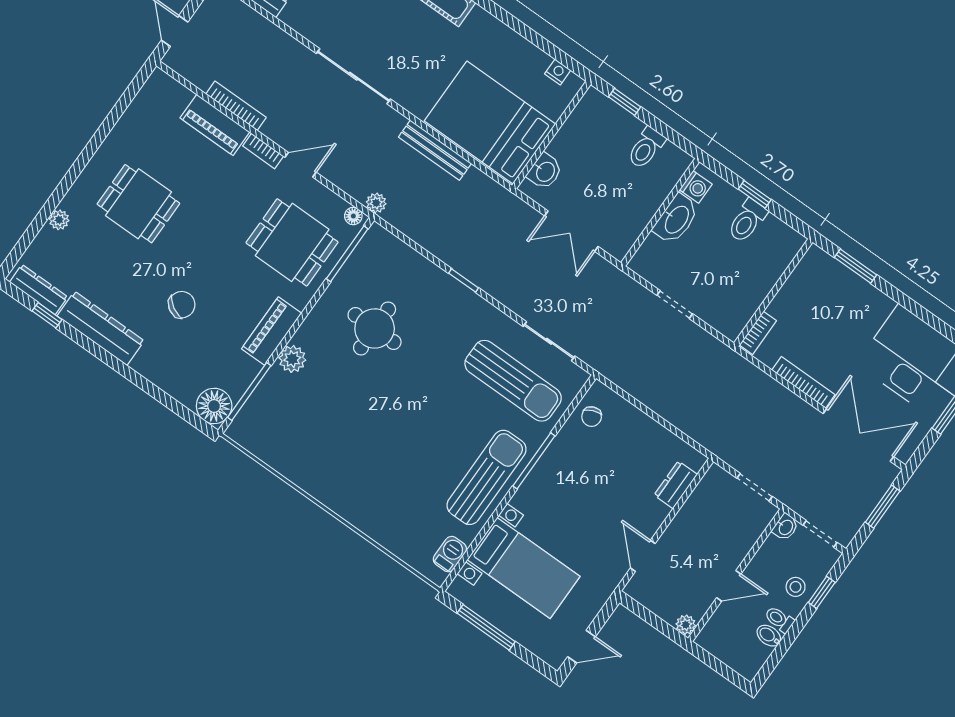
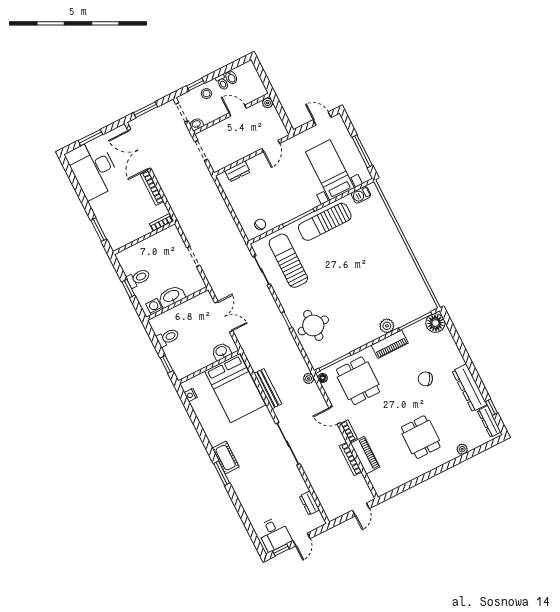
round table: (375, 328) -> (313, 325), moved

